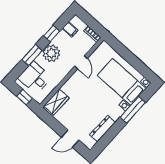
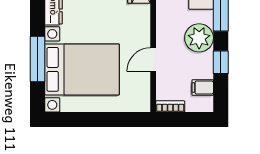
door: (81, 62) -> (153, 60), hinge flipped
bed with nightstands: (122, 82) -> (82, 69), width x1.36

